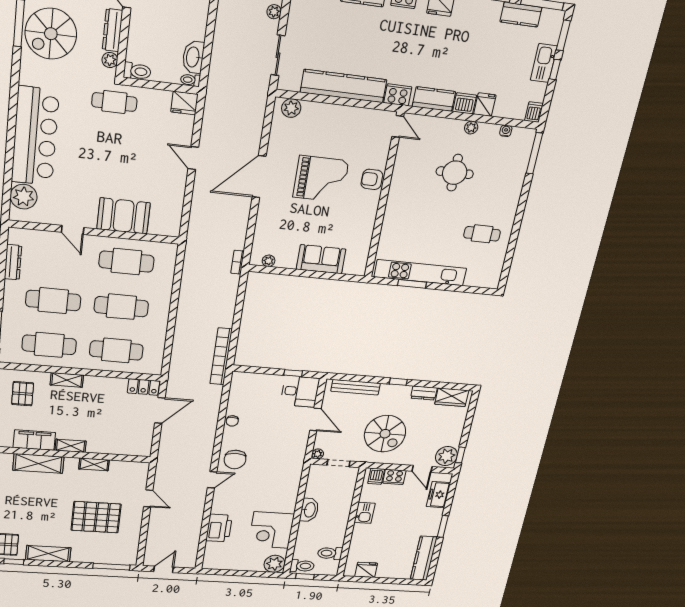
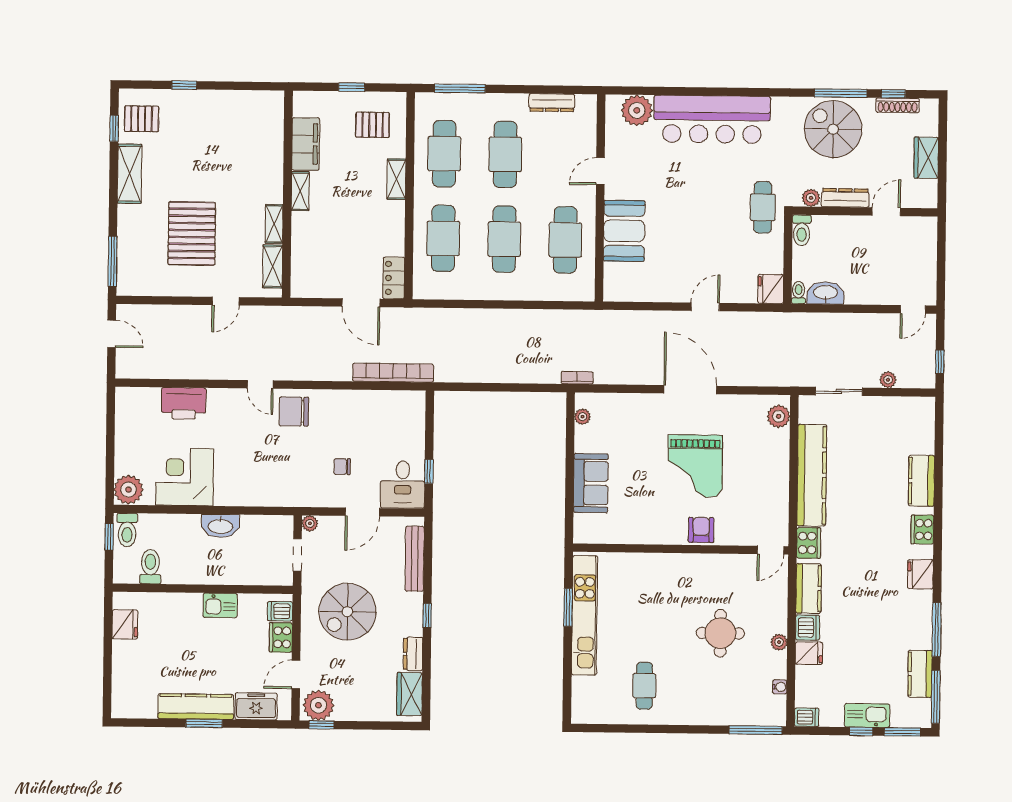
bookcase: (221, 356) -> (393, 373), moved
chair: (232, 421) -> (342, 467), moved
shelving: (38, 463) -> (273, 266), moved, width x0.67, depth x0.75
kitchen counter: (424, 558) -> (196, 707), moved

